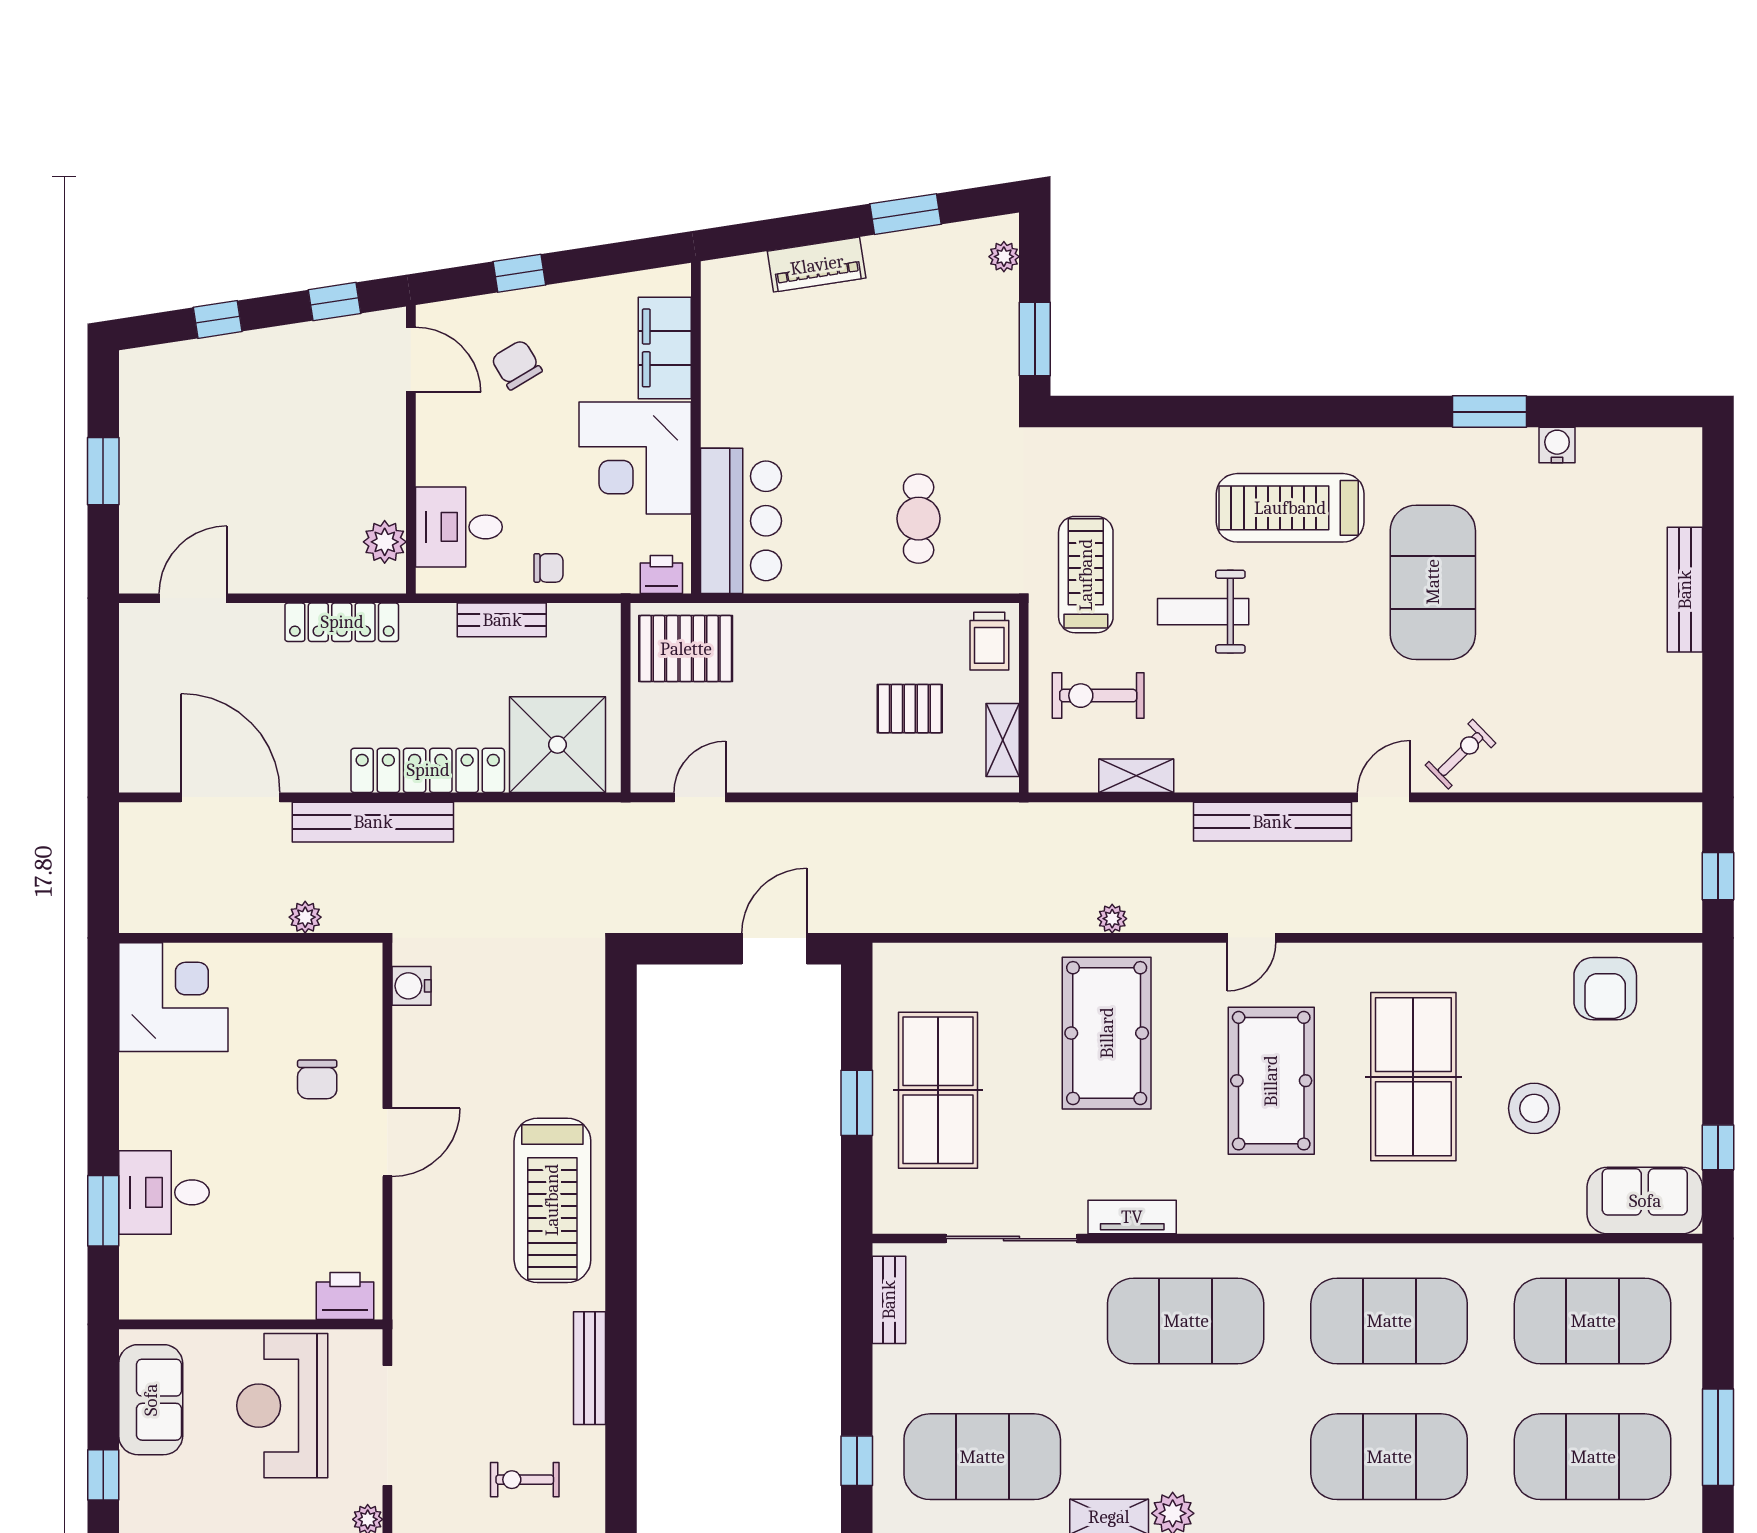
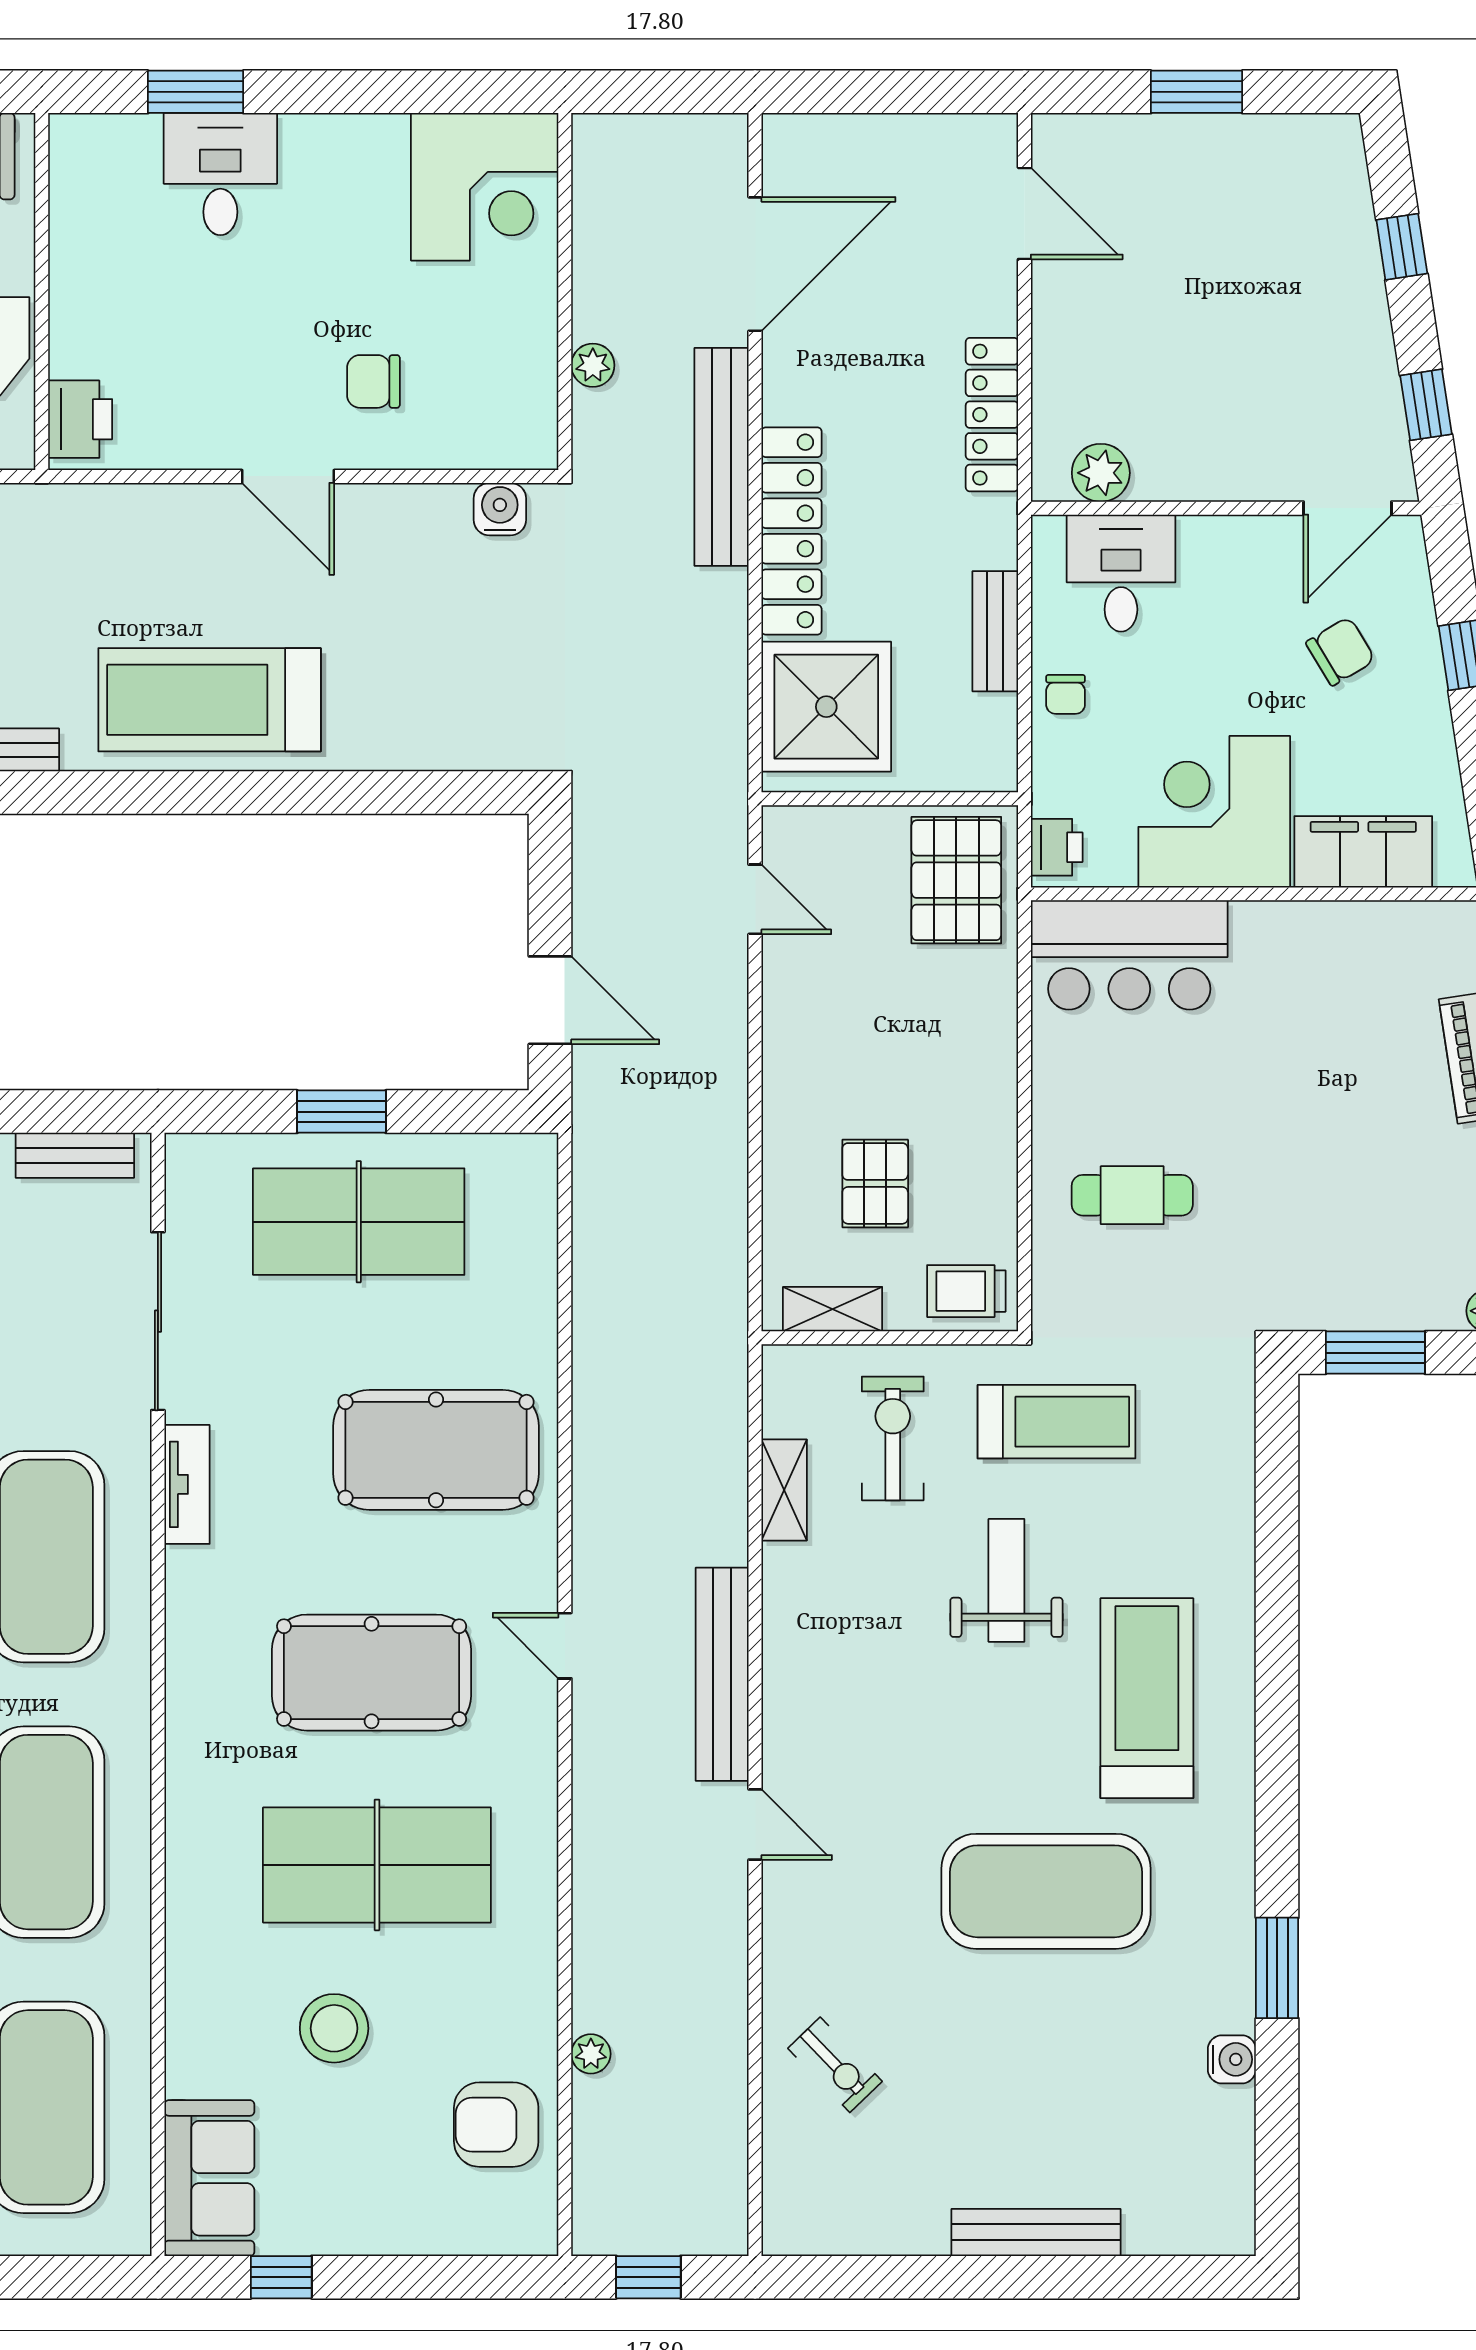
exercise bike: (1460, 754) -> (835, 2065), moved
plant: (1112, 919) -> (591, 2054), moved

